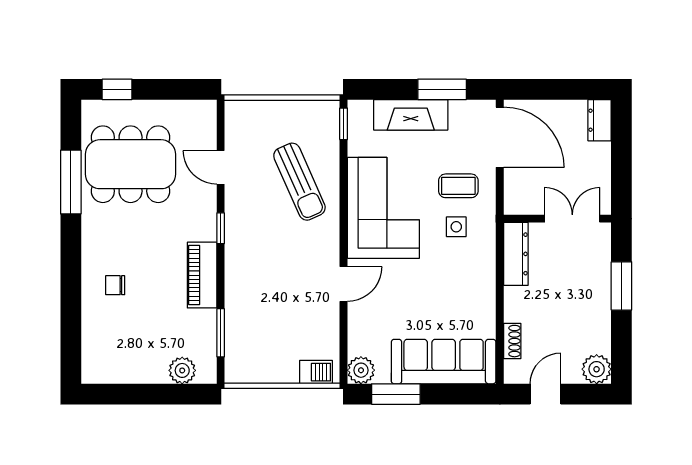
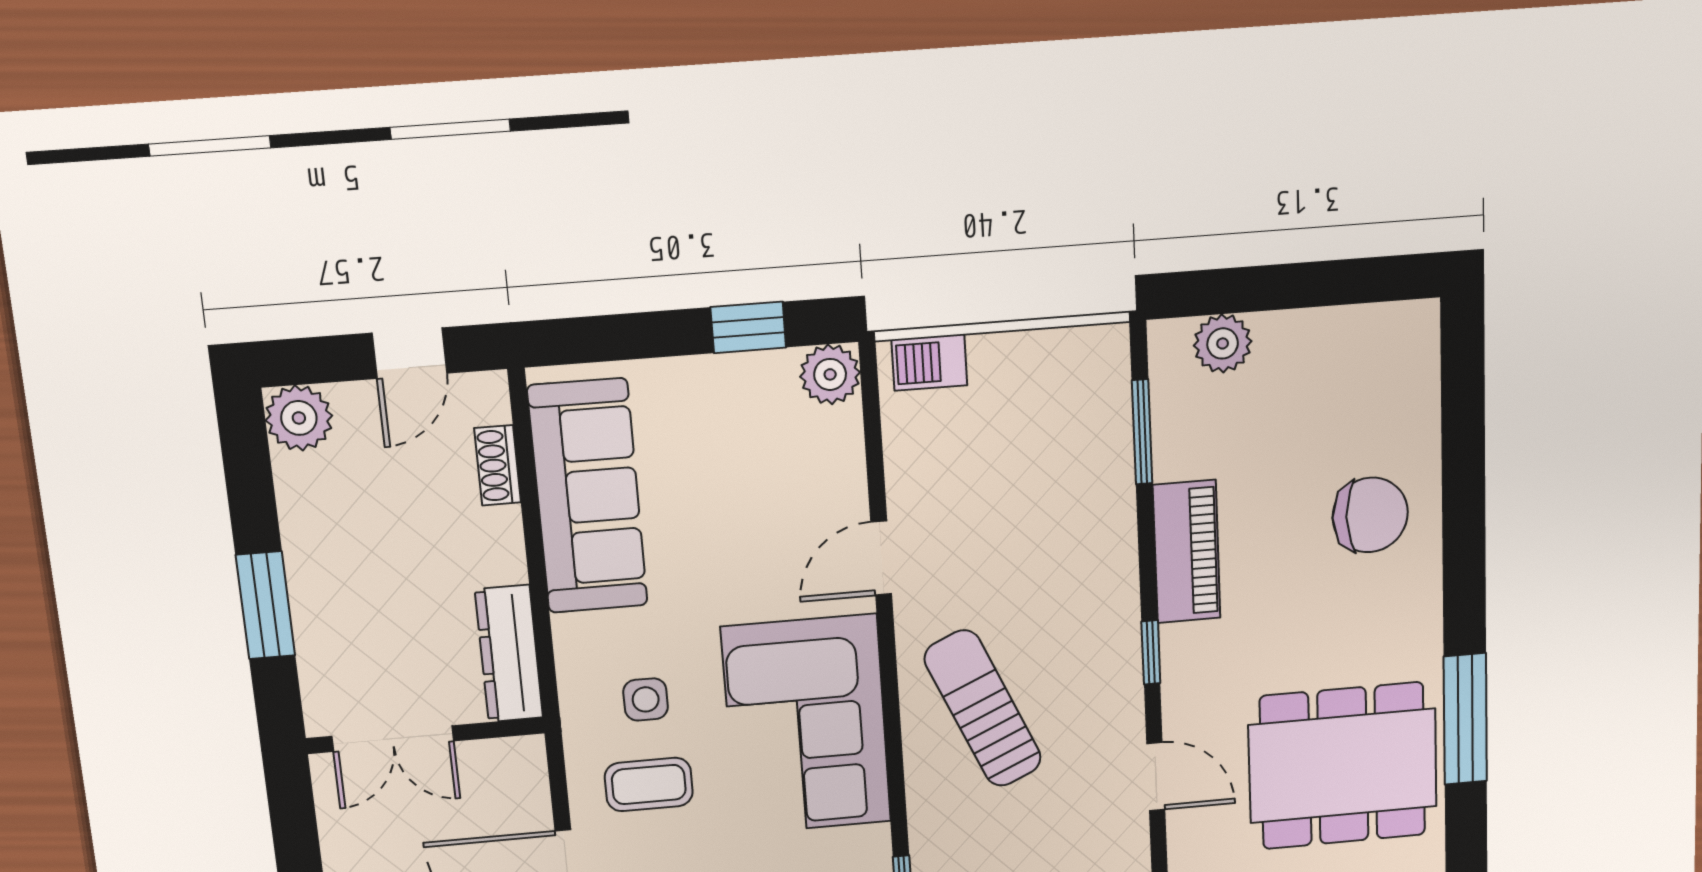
sun lounger: (299, 182) -> (983, 708), moved
chair: (115, 285) -> (1370, 515), width x1.87, depth x1.87
sofa: (444, 362) -> (588, 496), moved, turned -90
window: (396, 394) -> (748, 327), width x0.67

